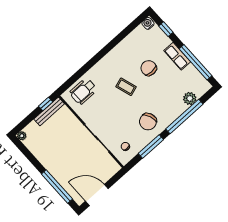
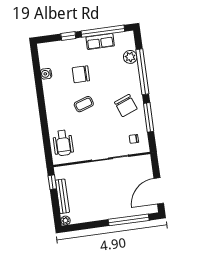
water cooler: (148, 23) -> (46, 74), moved
window: (166, 29) -> (68, 36), moved
row of seats: (177, 56) -> (100, 42), moved
bench: (49, 111) -> (62, 196), moved

